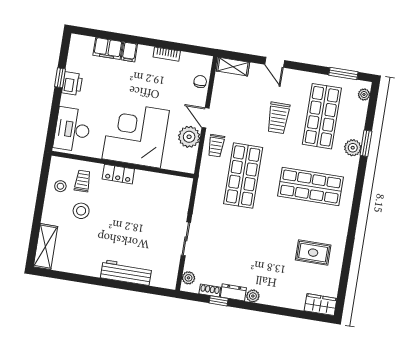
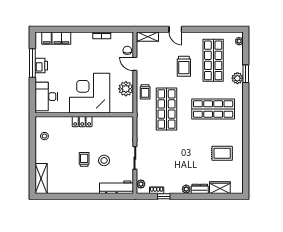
filing cabinet: (129, 52) -> (47, 38), moved
window: (343, 73) -> (223, 29), removed
window: (60, 78) -> (32, 63), width x2.17
door: (206, 118) -> (135, 64), moved
trolley: (83, 181) -> (84, 159), moved
stool: (81, 211) -> (104, 160), moved
workbench: (126, 273) -> (116, 187), moved
dresser: (233, 292) -> (200, 189), moved
wardrobe: (321, 305) -> (220, 188), moved

